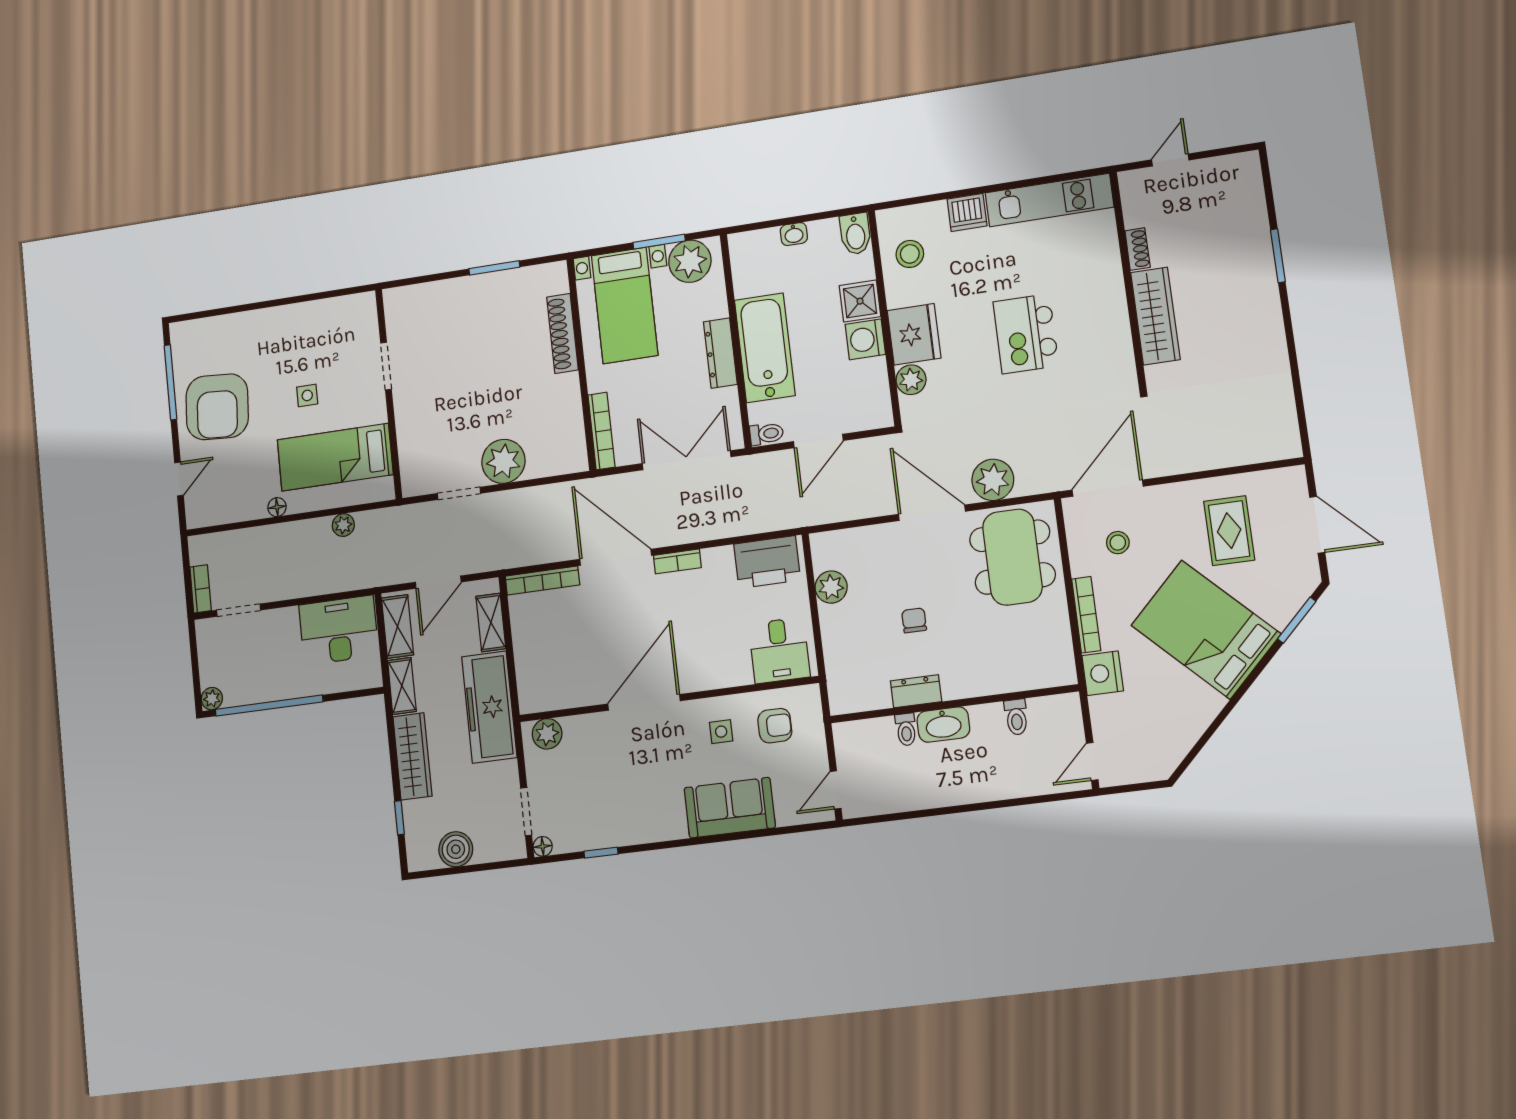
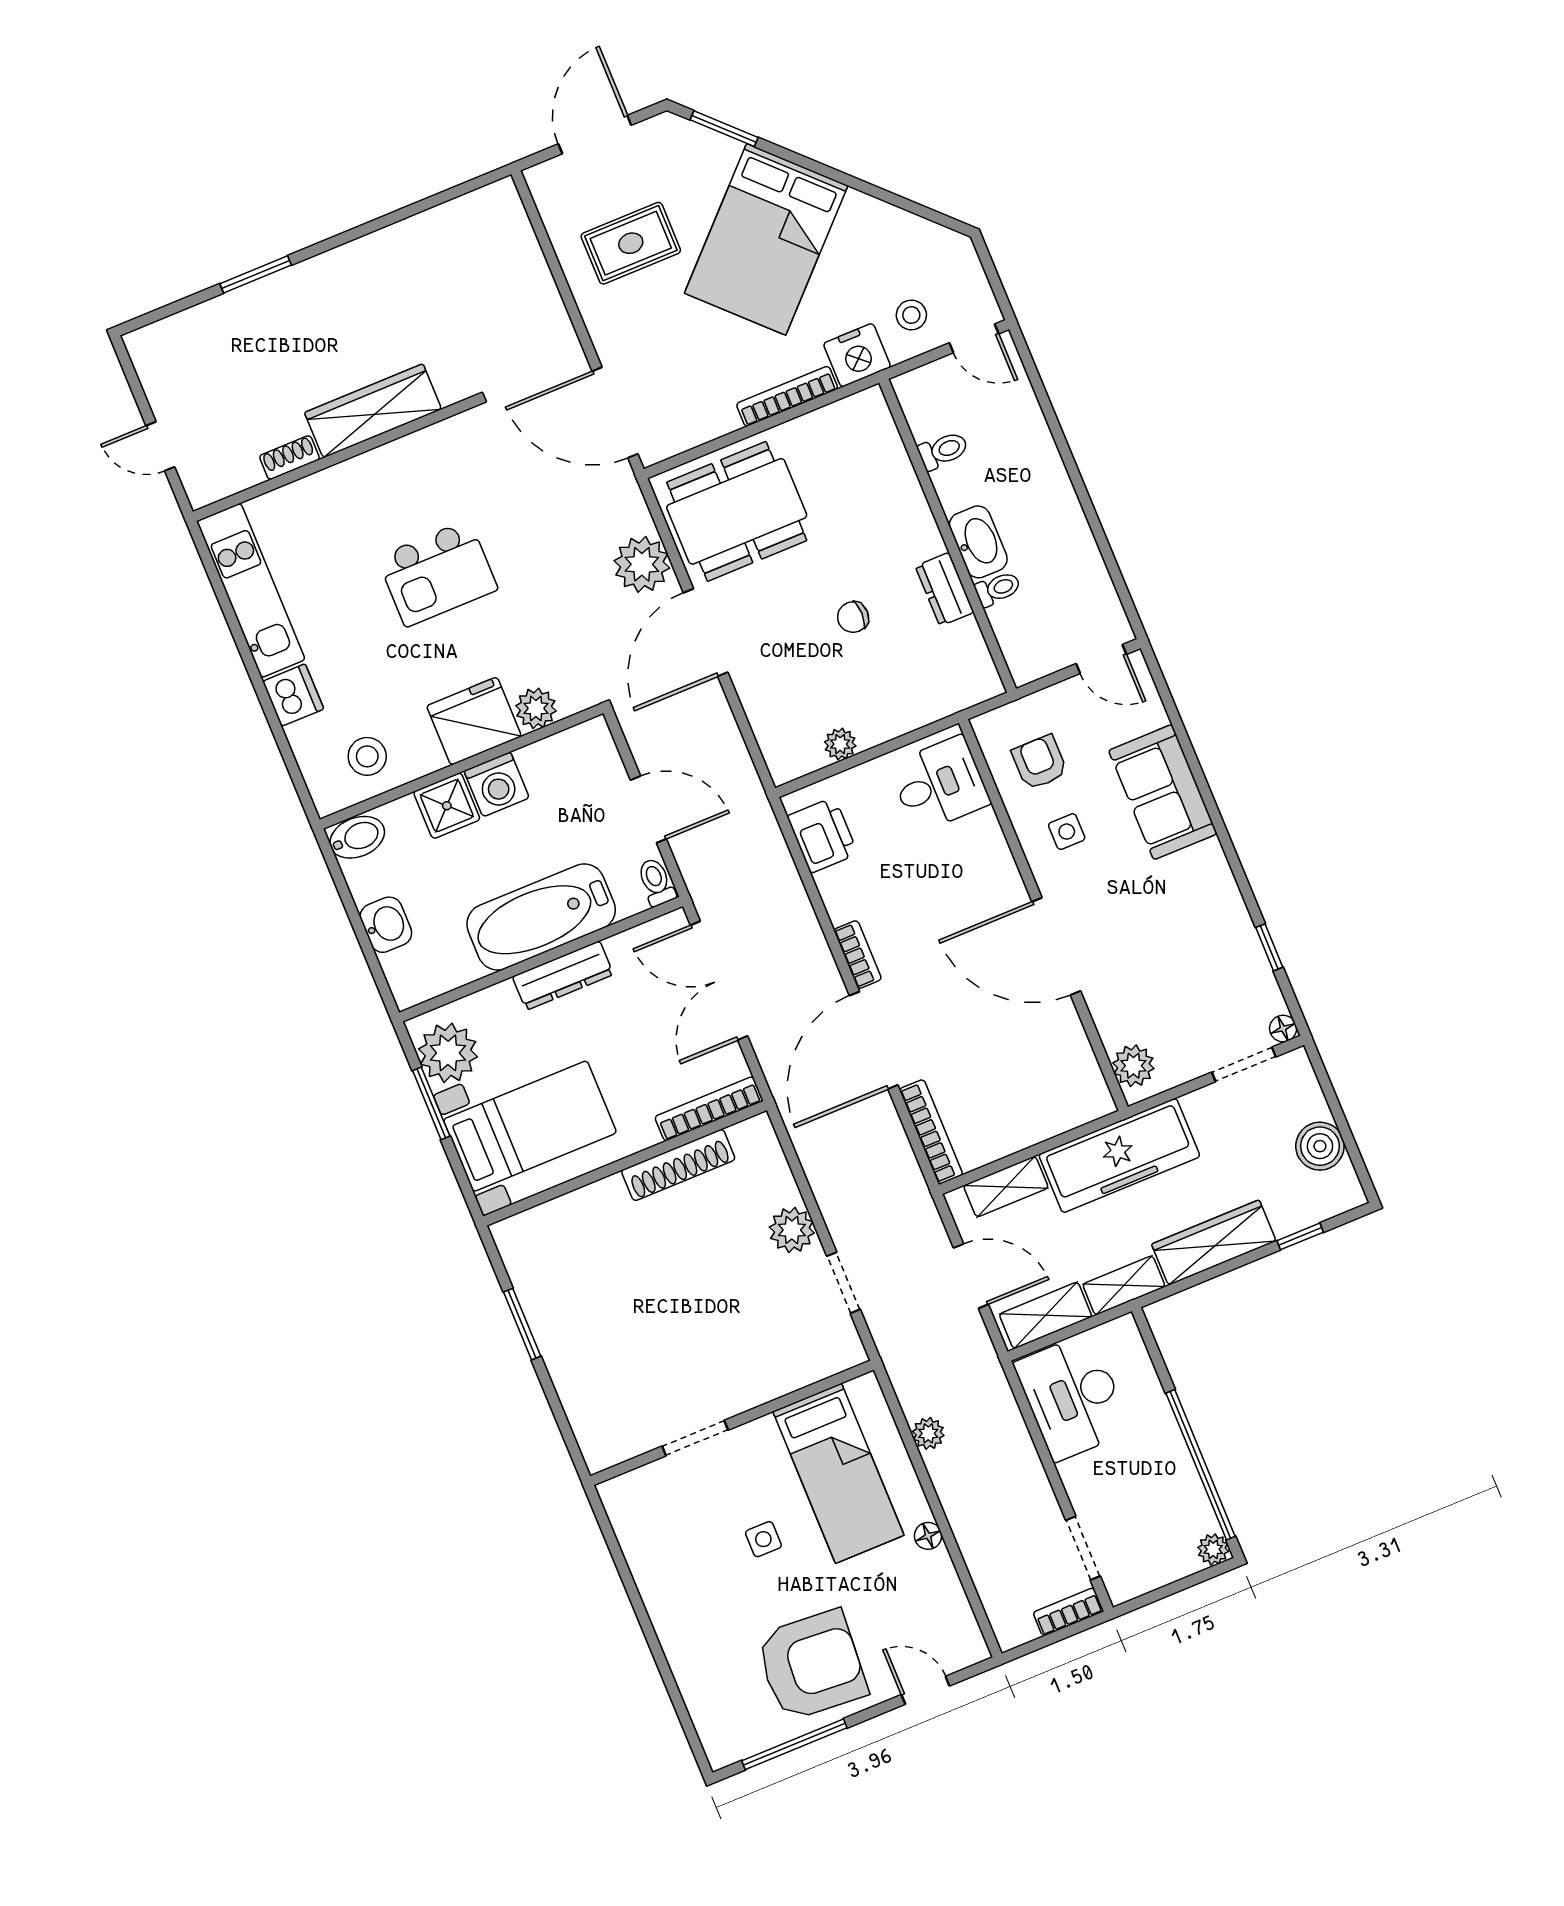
washbasin: (794, 234) -> (386, 925), width x1.38, depth x1.45
shoe rack: (562, 333) -> (678, 1165), moved
plant: (503, 461) -> (792, 1230), width x0.73, depth x0.73
stool: (1118, 543) -> (911, 315), moved
printer: (767, 562) -> (822, 835), width x0.73, depth x0.84
plant: (831, 587) -> (840, 744), width x0.73, depth x0.73

